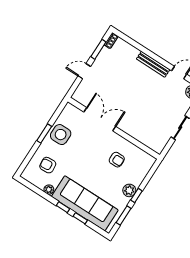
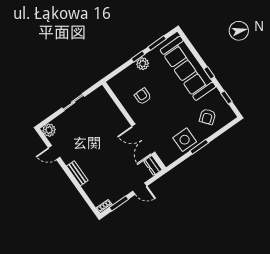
bench: (153, 64) -> (77, 173), width x0.73
dresser: (81, 98) -> (153, 165), added
armchair: (48, 165) -> (207, 117), turned 56
plant: (49, 190) -> (215, 94), removed
window: (80, 218) -> (226, 97), moved

